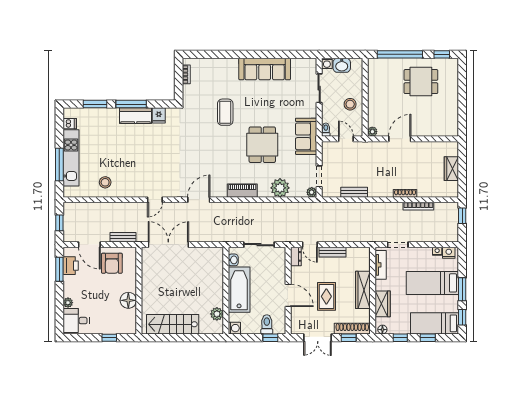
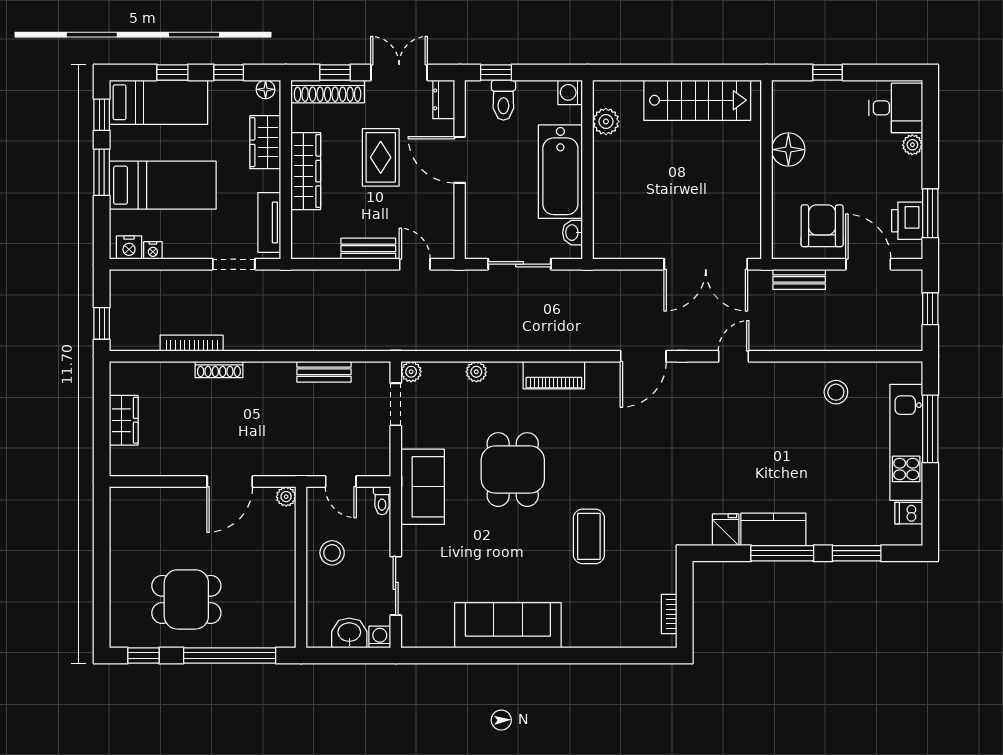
plant: (280, 188) -> (476, 372), width x0.53, depth x0.53
dresser: (296, 256) -> (444, 99), moved

